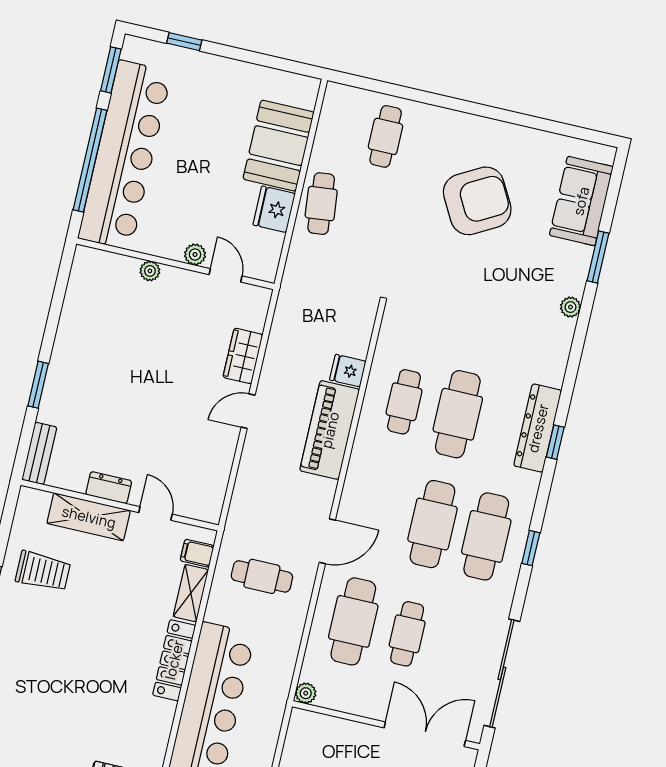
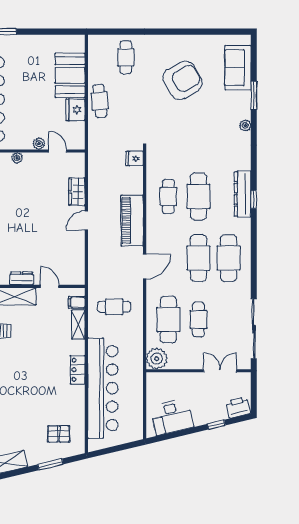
fridge: (348, 371) -> (134, 158), moved
door: (327, 541) -> (145, 266), moved
window: (531, 548) -> (254, 259), removed
locker: (174, 660) -> (78, 370), width x0.66
plant: (306, 693) -> (157, 359), width x1.88, depth x1.88
double door: (425, 734) -> (220, 371), width x0.73

